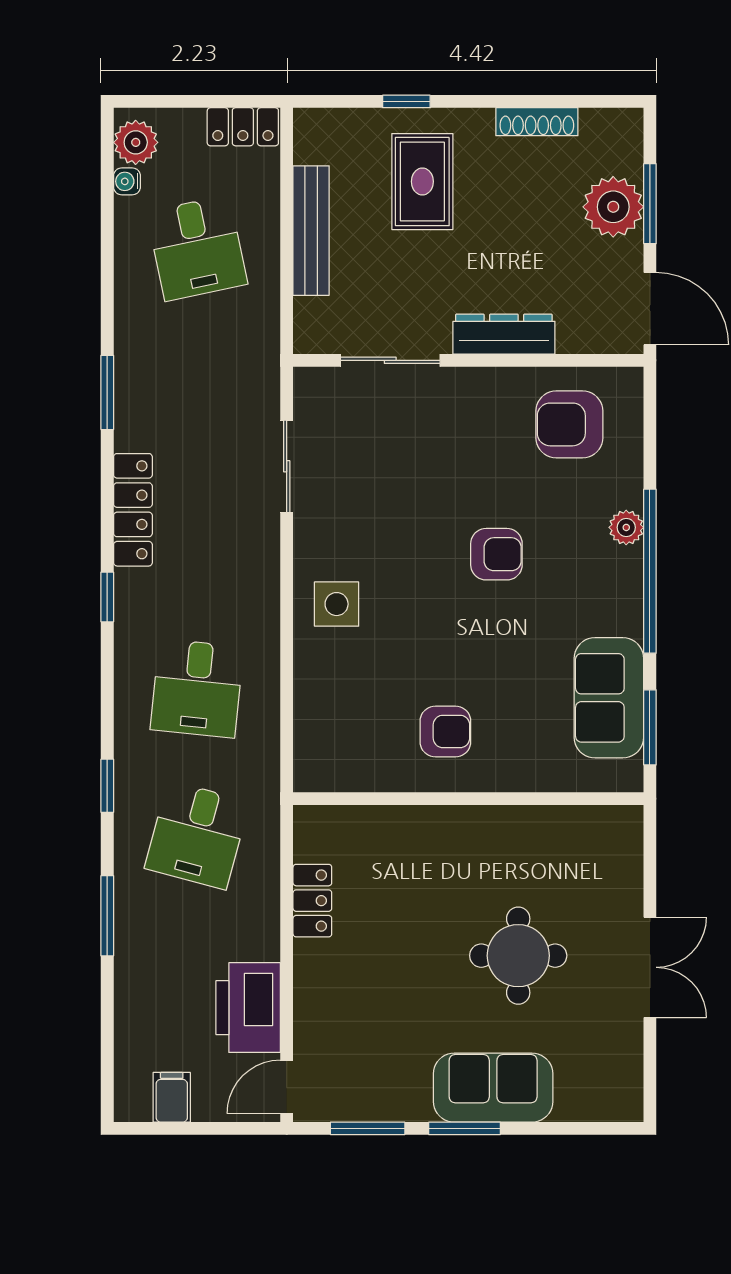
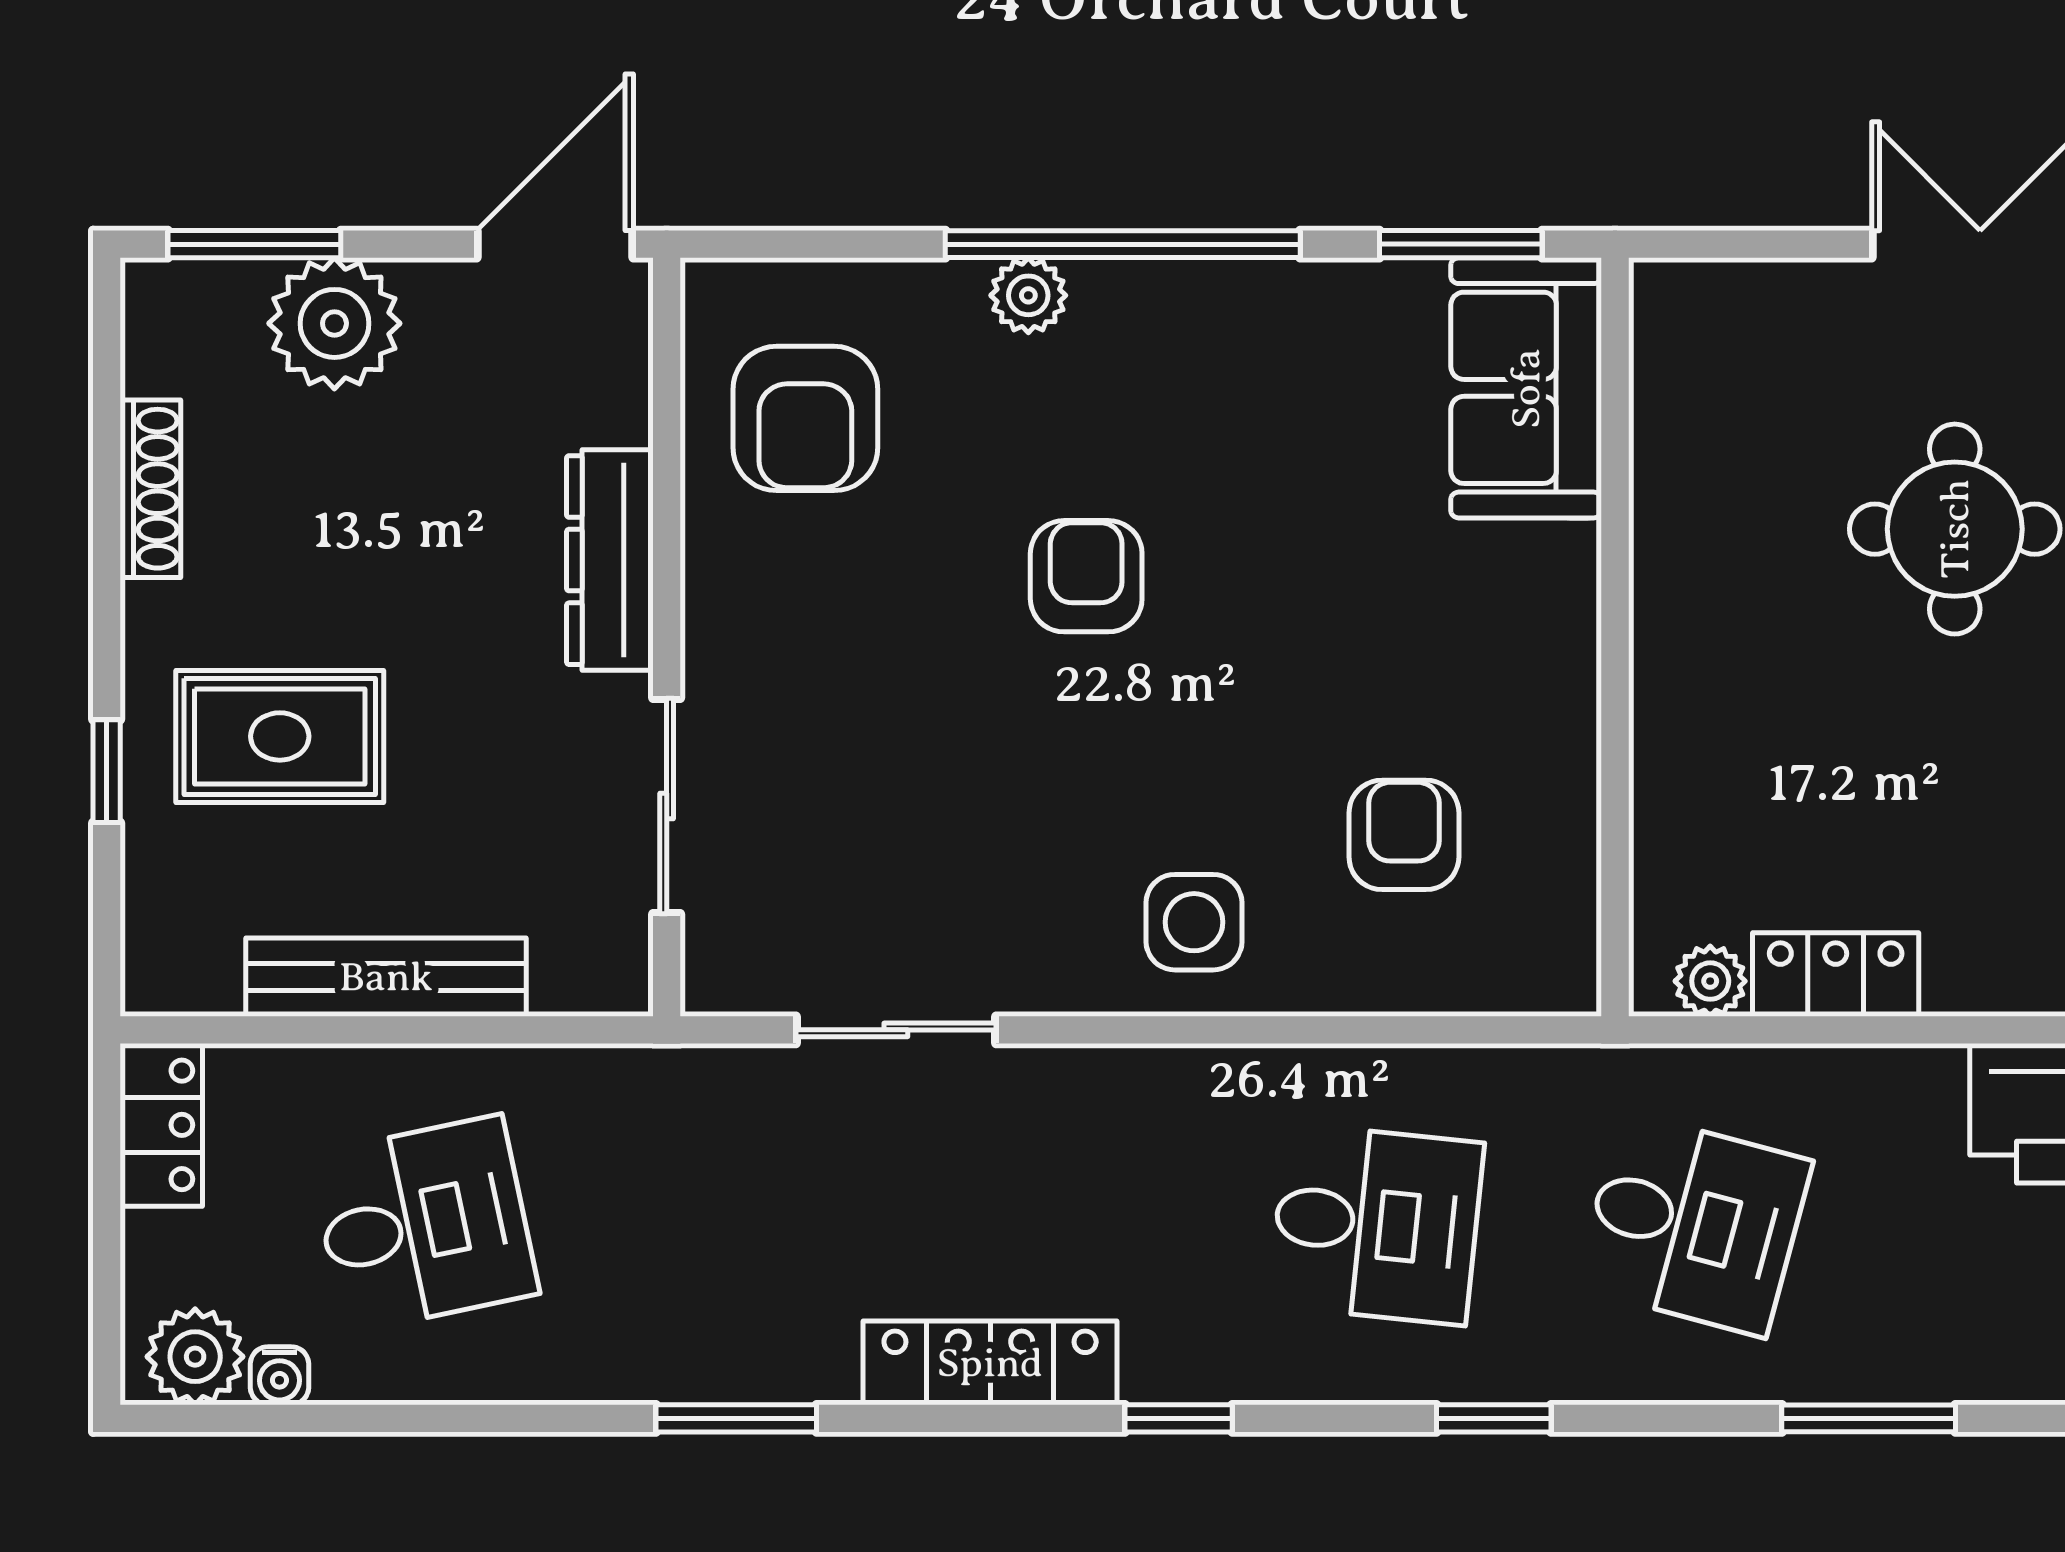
window: (650, 204) -> (254, 244), moved
sofa: (609, 698) -> (1526, 388), moved, turned 90
armchair: (445, 731) -> (1404, 835), moved
window: (107, 786) -> (1494, 1418), moved
plant: (309, 843) -> (1710, 981), added

